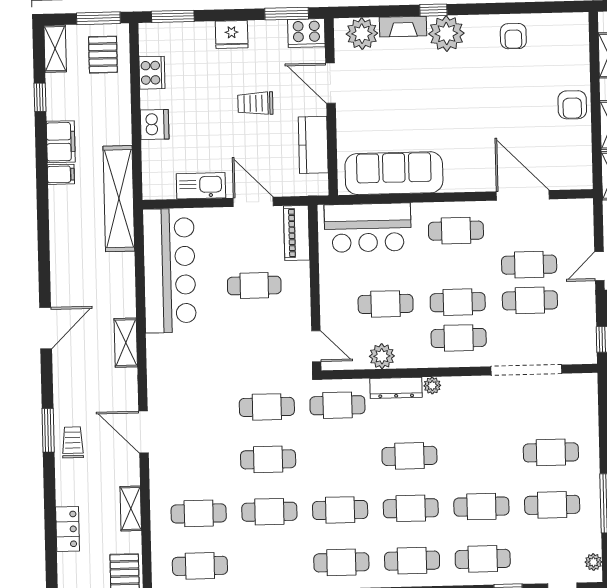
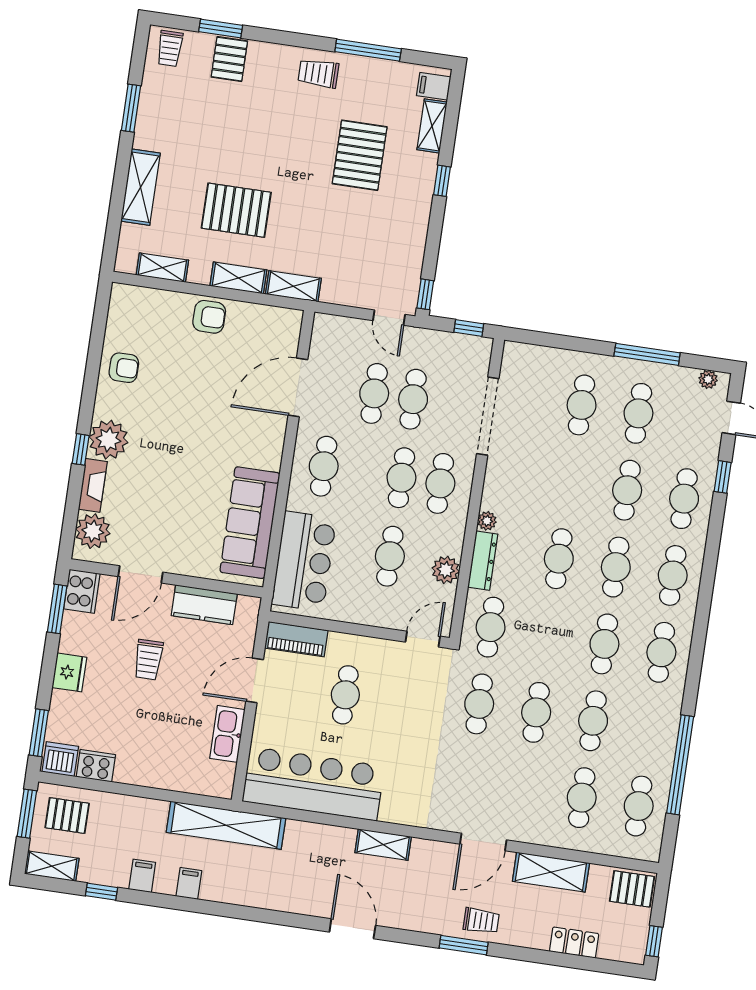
dishwasher: (155, 125) -> (60, 759), moved
filing cabinet: (61, 142) -> (142, 876), width x0.50
trolley: (73, 442) -> (481, 921), turned 180
shelving: (131, 508) -> (551, 872), width x1.50, depth x1.33

